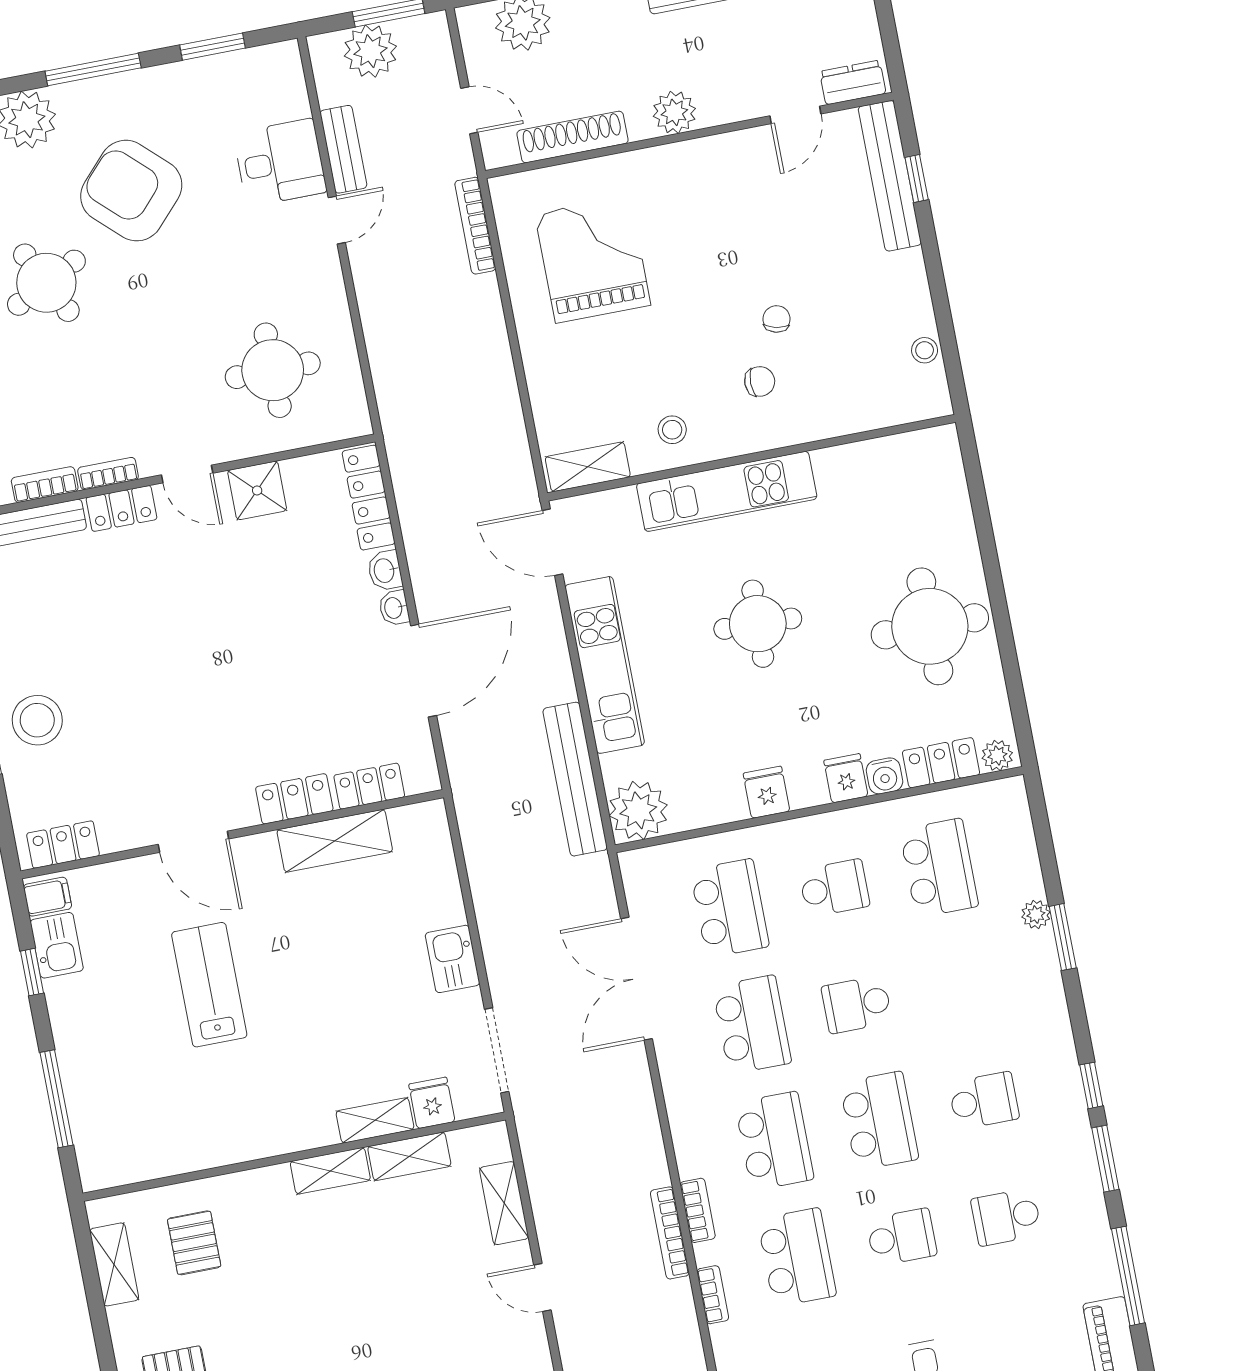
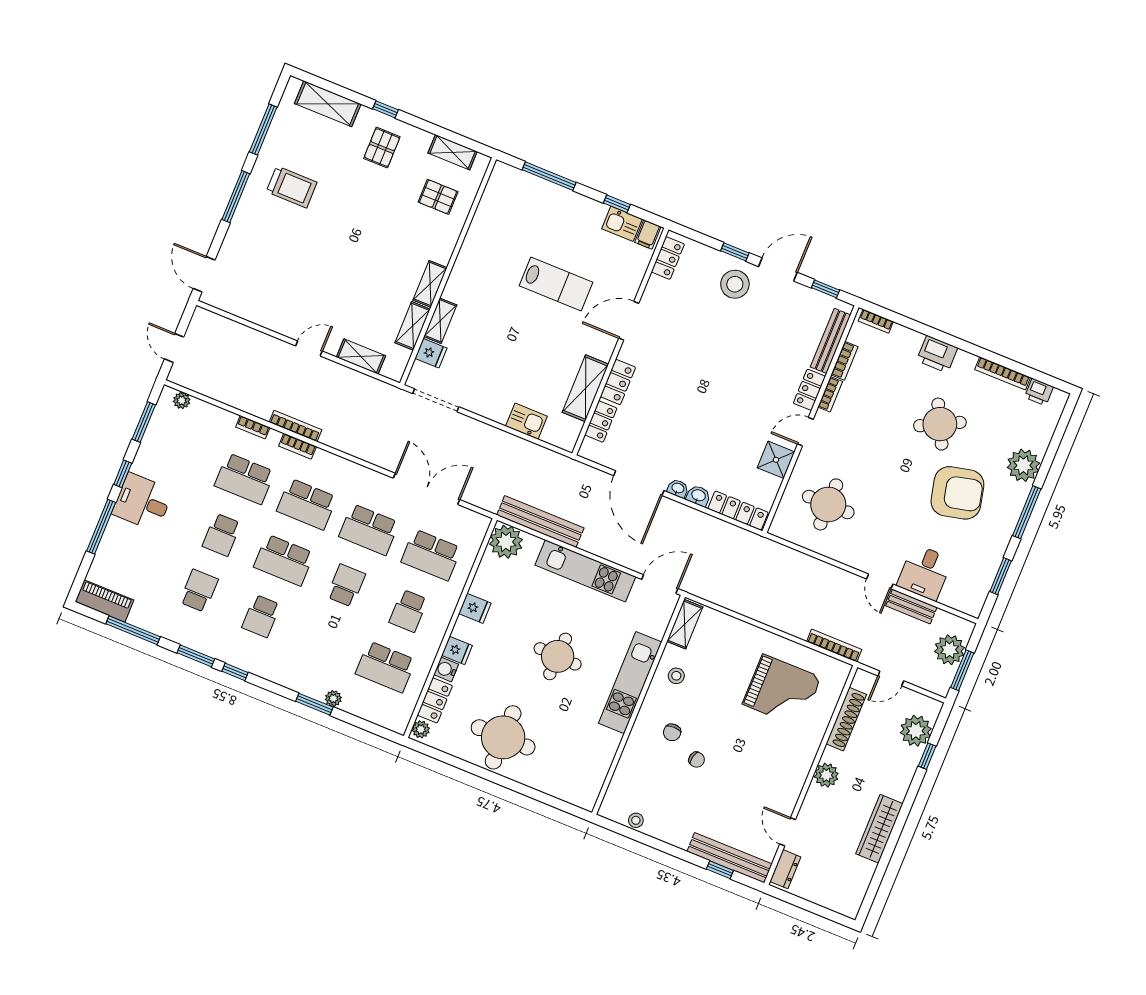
armchair: (131, 191) -> (957, 493), turned 34
kitchen sink: (452, 959) -> (526, 421), moved

